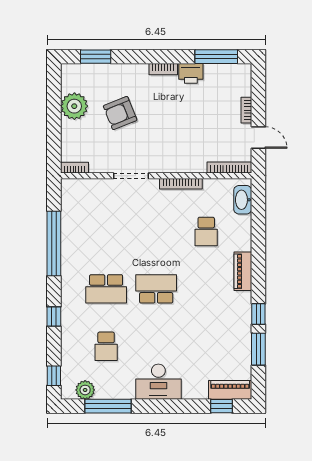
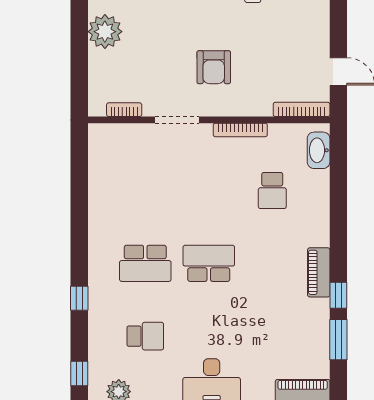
bookcase: (246, 110) -> (323, 37), removed
armchair: (120, 113) -> (214, 67), moved, turned -68
bookcase: (75, 168) -> (124, 110), moved
window: (54, 244) -> (79, 206), removed
piano: (243, 271) -> (319, 272), moved
school desk: (106, 346) -> (145, 336), turned -90

